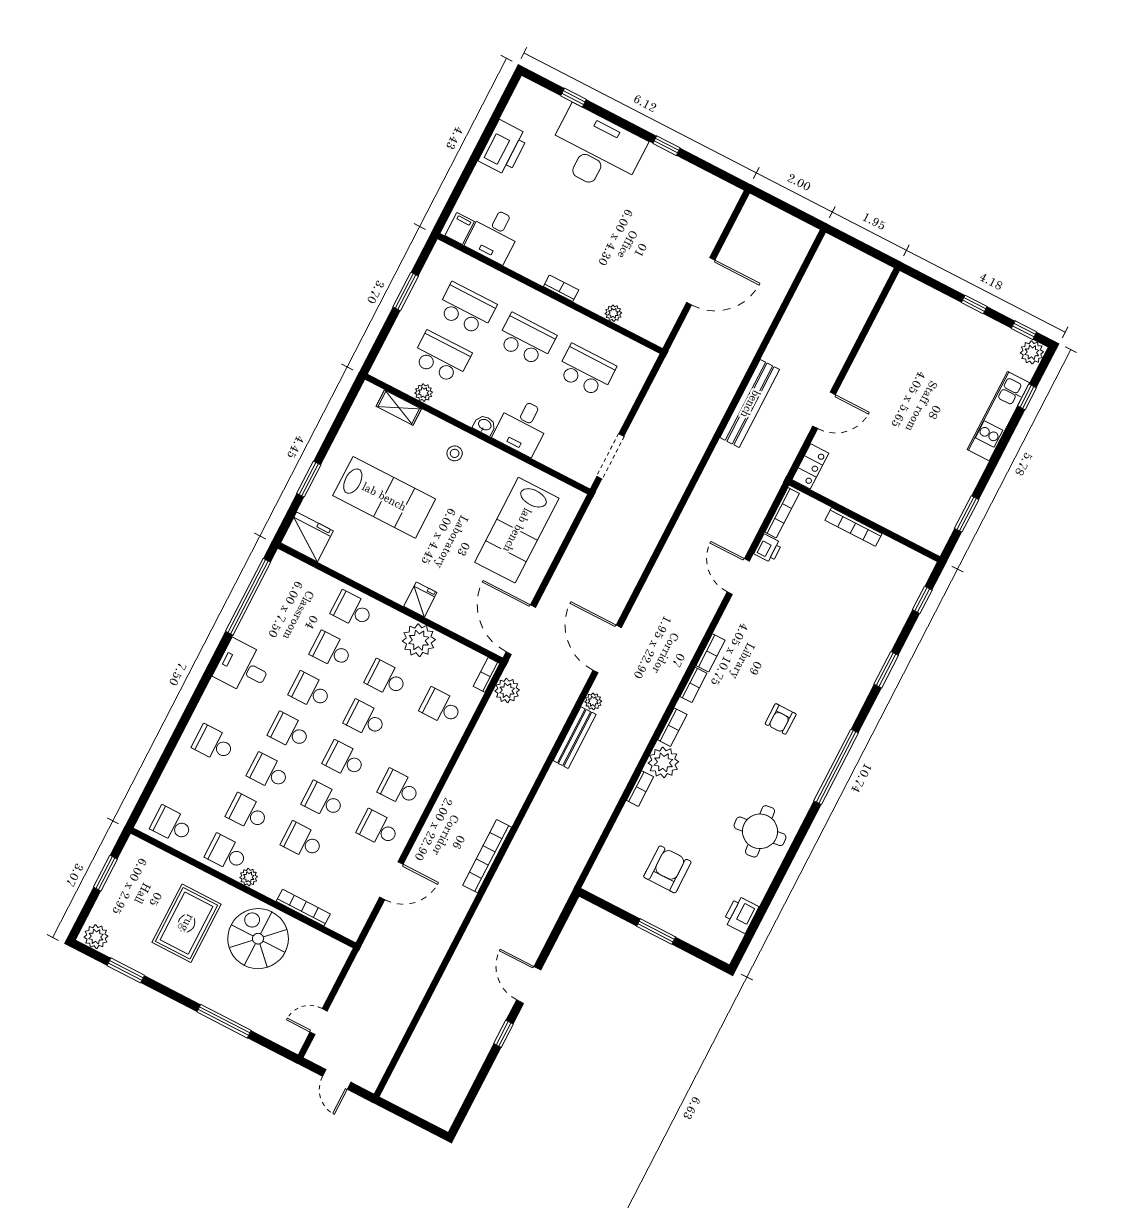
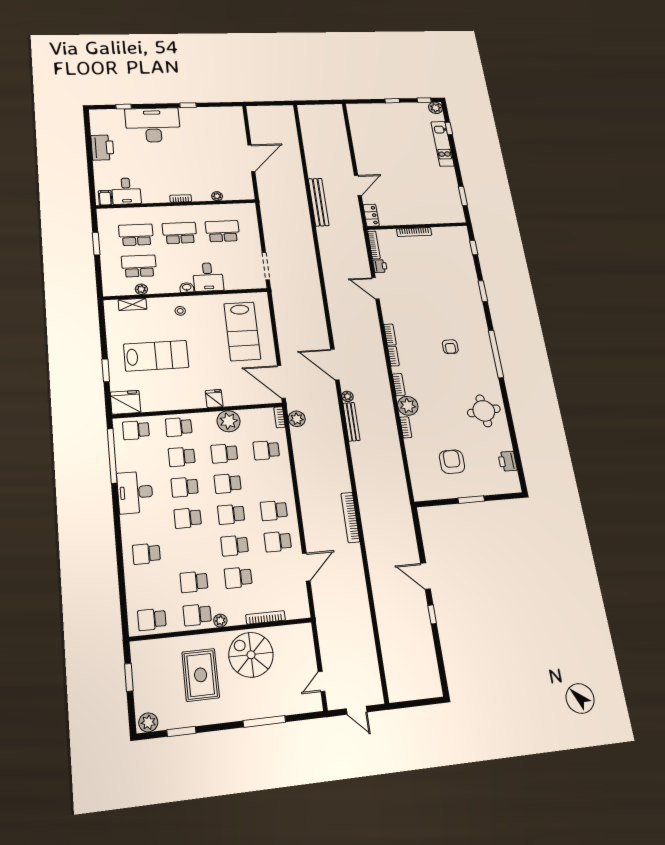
desk: (243, 667) -> (135, 492), width x1.37
school desk: (268, 772) -> (136, 430), moved

